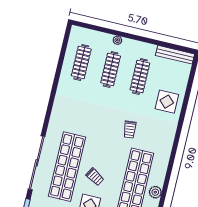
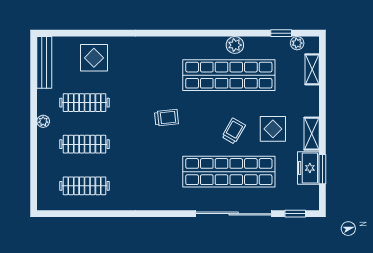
plant: (117, 40) -> (43, 121), moved
display table: (167, 102) -> (94, 58), moved
trolley: (130, 130) -> (166, 118), moved

